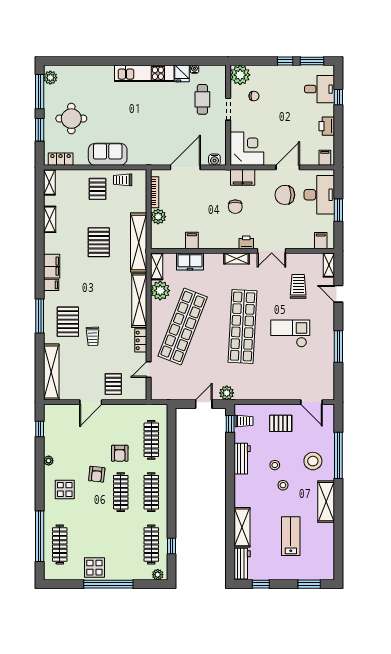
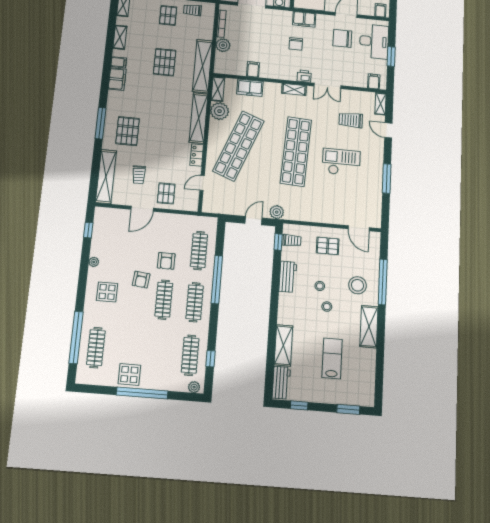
filing cabinet: (51, 285) -> (119, 62), moved
trolley: (298, 286) -> (351, 120), turned -90
trolley: (93, 336) -> (139, 175), moved
window: (171, 468) -> (217, 280), added

